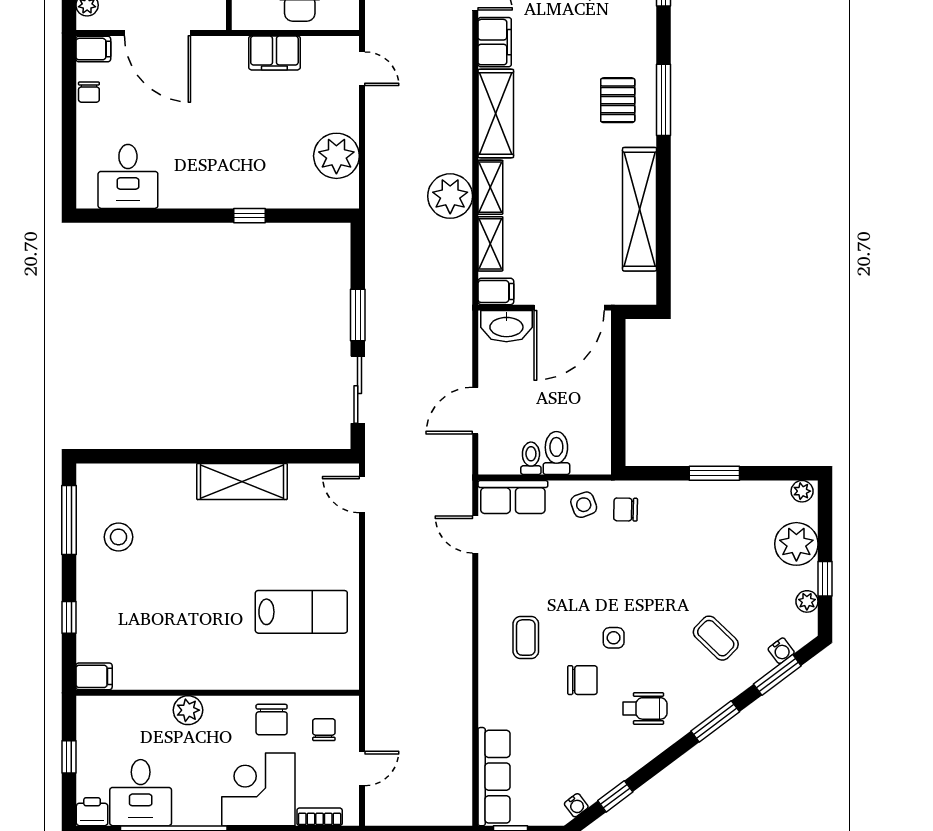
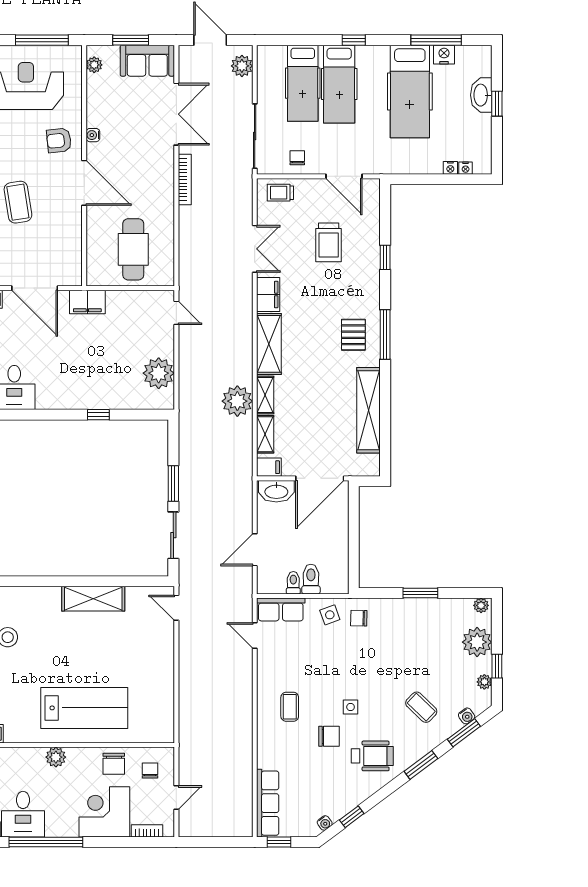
filing cabinet: (274, 53) -> (87, 302), moved
lab bench: (301, 612) -> (84, 708), moved, width x1.36, depth x1.39
wheelchair: (645, 708) -> (372, 756), width x1.36, depth x1.37

